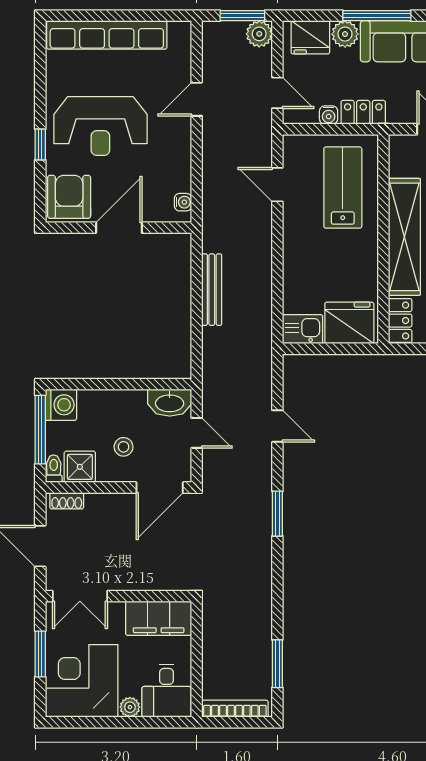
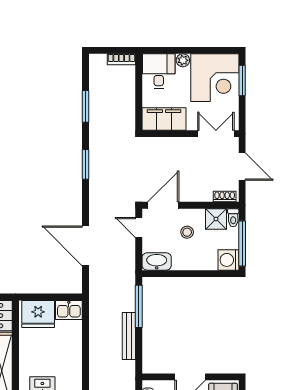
window: (197, 334) -> (139, 306), added
door: (277, 426) -> (86, 246), width x1.87
door: (197, 433) -> (139, 227), moved
window: (277, 514) -> (86, 164), moved
window: (40, 654) -> (242, 80), moved
window: (277, 664) -> (86, 106), moved
bookcase: (235, 709) -> (121, 59), width x0.64

